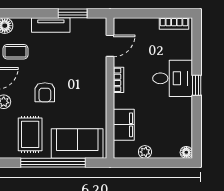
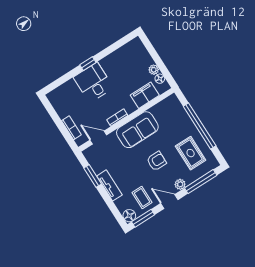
bookcase: (174, 24) -> (71, 128), moved
rug: (30, 134) -> (191, 153), turned 90
sofa: (77, 143) -> (137, 130), moved, turned -90
floor lamp: (186, 152) -> (160, 79), moved

